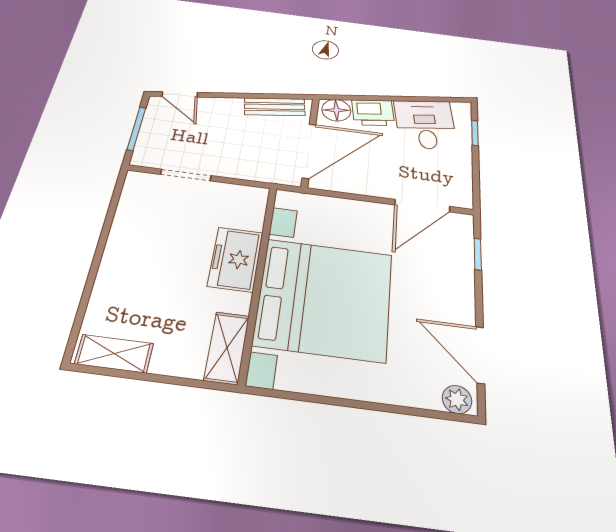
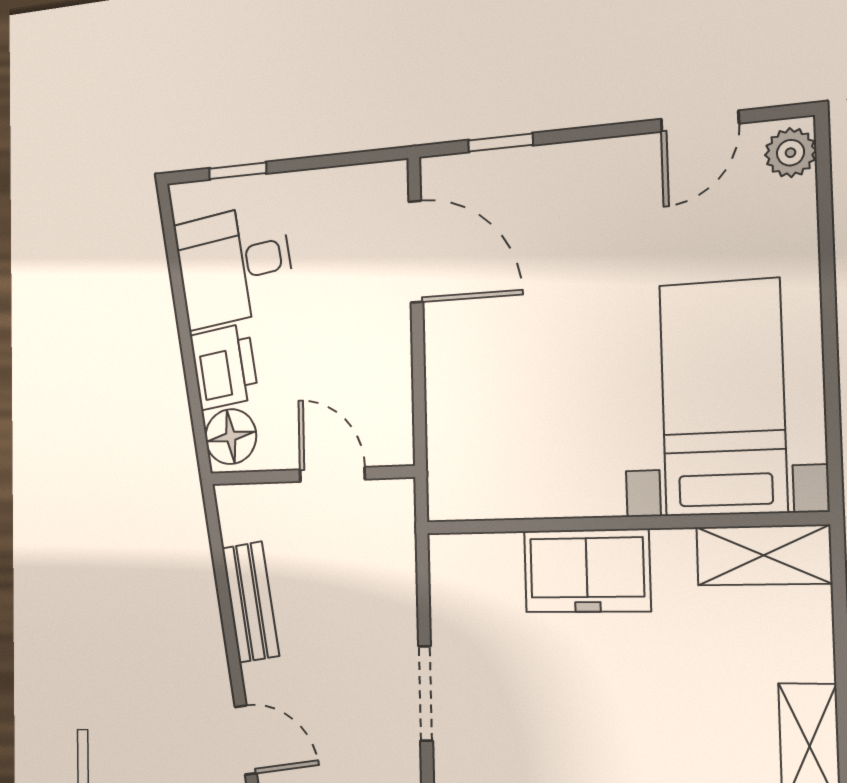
door: (180, 94) -> (246, 740), hinge flipped
bench: (275, 107) -> (250, 602), moved
door: (309, 151) -> (332, 474), width x0.53
bed with nightstands: (324, 299) -> (723, 398), width x0.54
door: (480, 355) -> (700, 121), width x0.73

